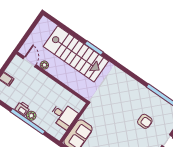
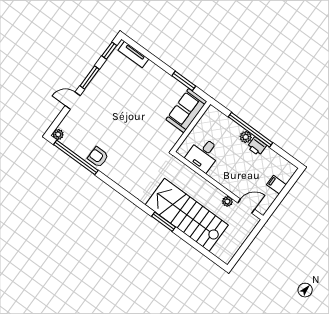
door: (30, 62) -> (246, 206), swing flipped
desk: (63, 116) -> (203, 154), moved, turned -90
armchair: (145, 121) -> (98, 157), moved

